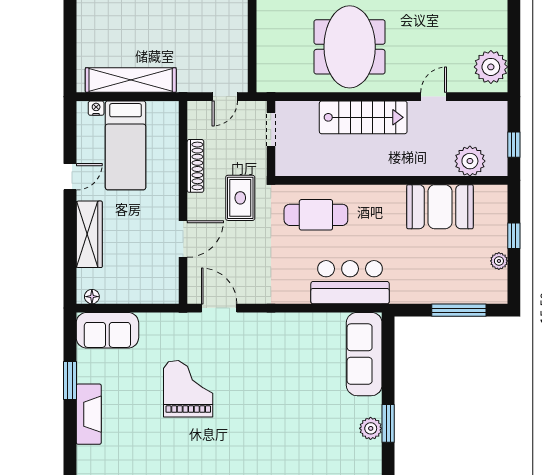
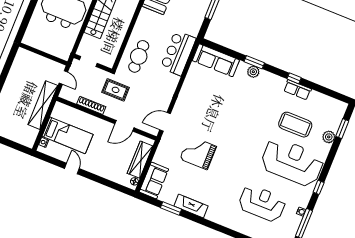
shelving: (131, 80) -> (43, 105), moved
wardrobe: (89, 234) -> (140, 160), moved, turned -90
door: (183, 239) -> (124, 126), swing flipped

